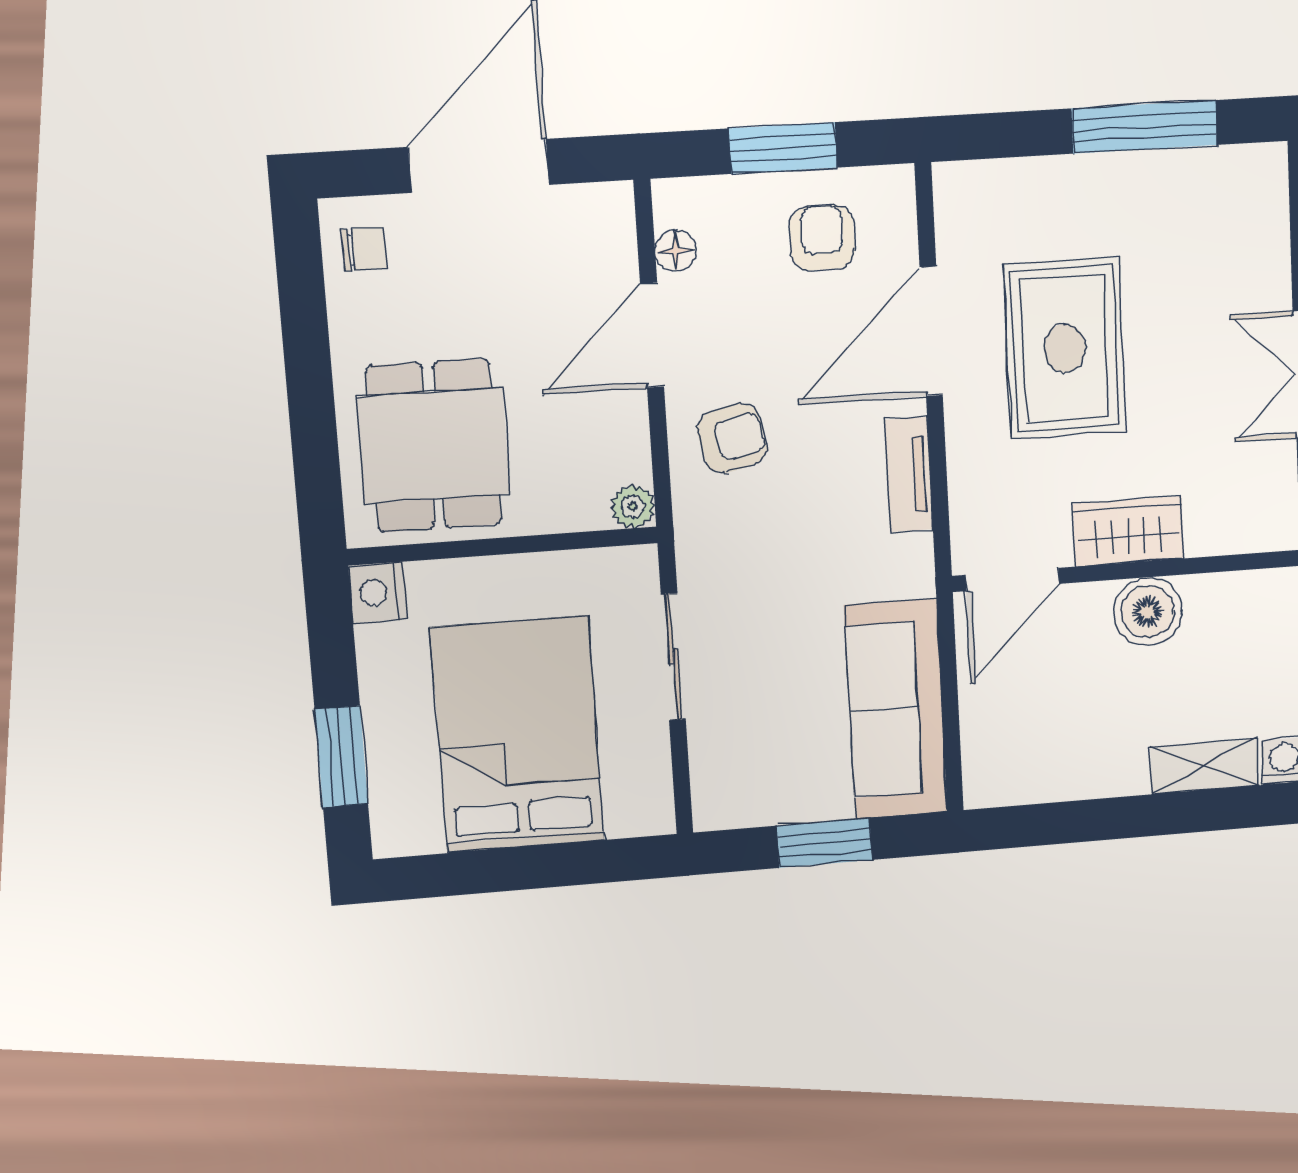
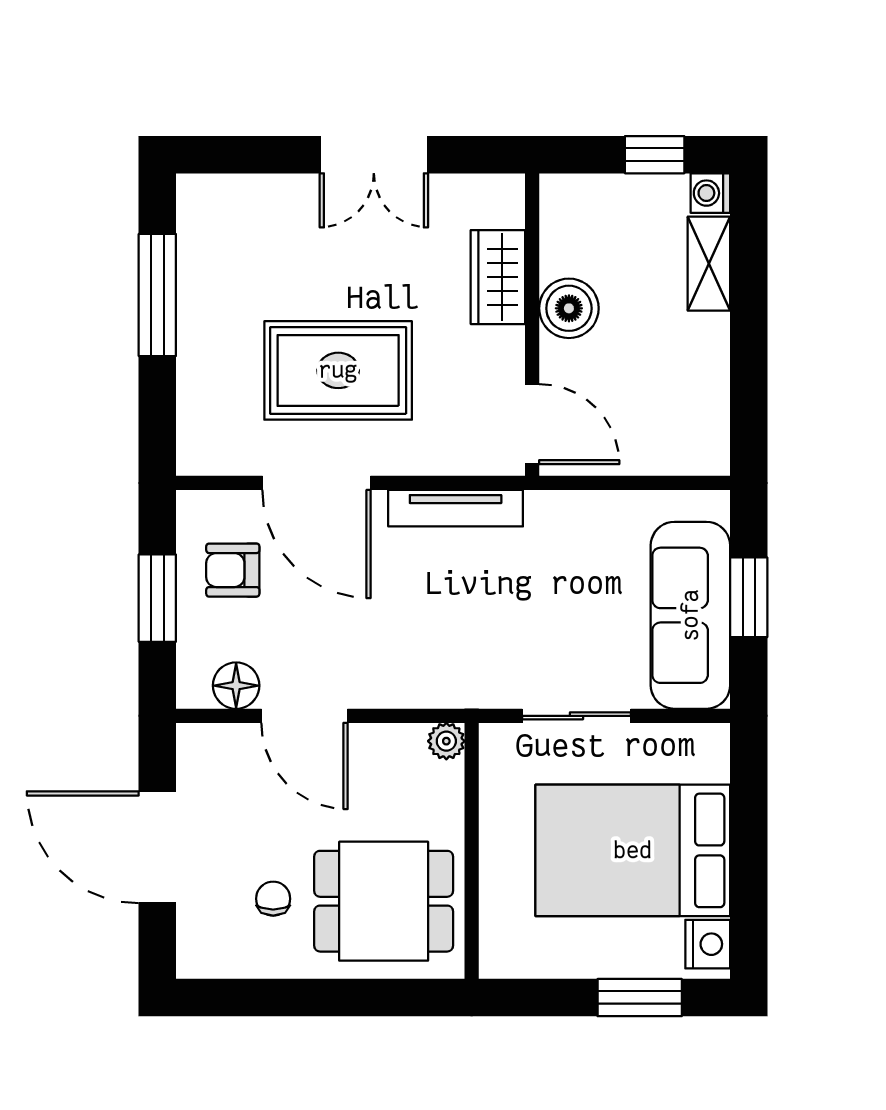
chair: (364, 249) -> (273, 899), moved
floor lamp: (676, 251) -> (236, 686), width x1.37, depth x1.37
armchair: (732, 438) -> (395, 655), removed
tv unit: (909, 475) -> (456, 508), width x1.41
wardrobe: (1129, 531) -> (498, 277), moved
nightstand: (378, 592) -> (708, 944), moved, turned -90
sofa: (896, 709) -> (690, 615), moved, turned 90

